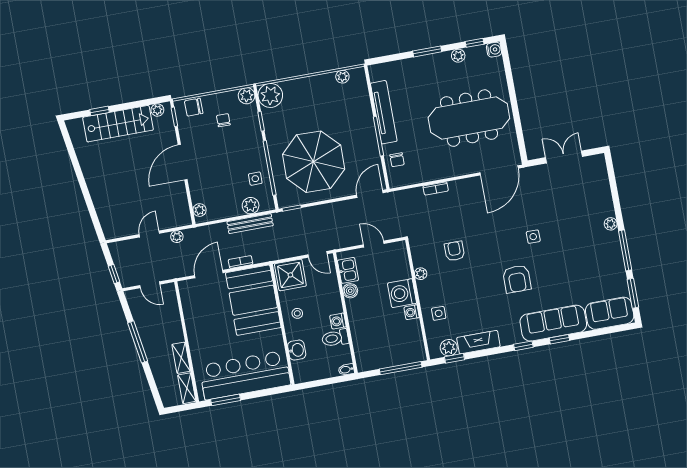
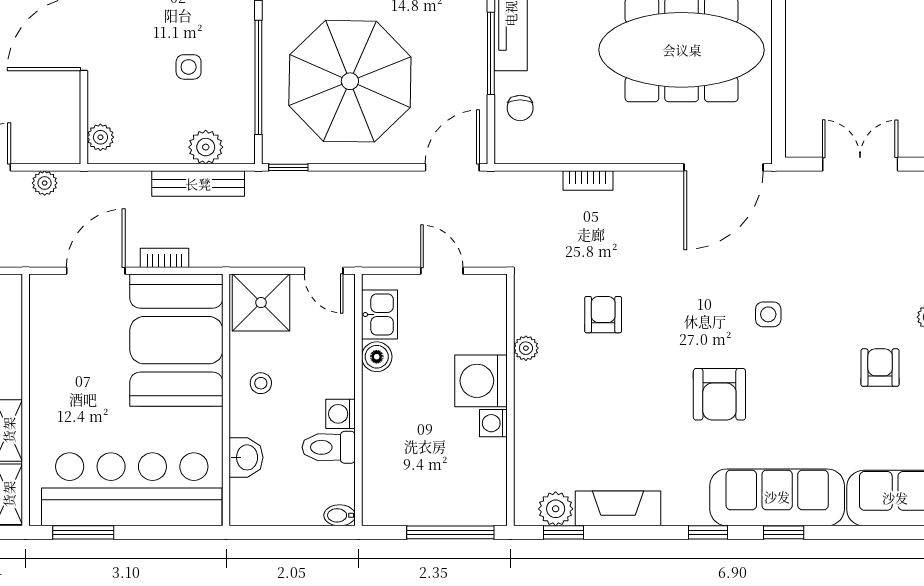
side table: (255, 179) -> (189, 67), moved
armchair: (591, 252) -> (880, 368), added
side table: (439, 313) -> (548, 435), removed

